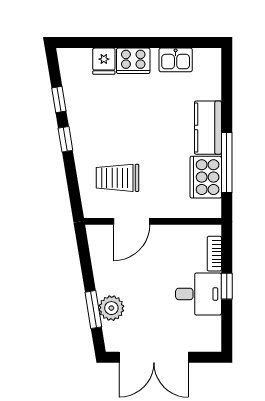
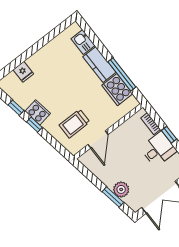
kitchen sink: (176, 60) -> (83, 42), moved, turned 90
cooker: (133, 61) -> (38, 112), moved, turned -99

